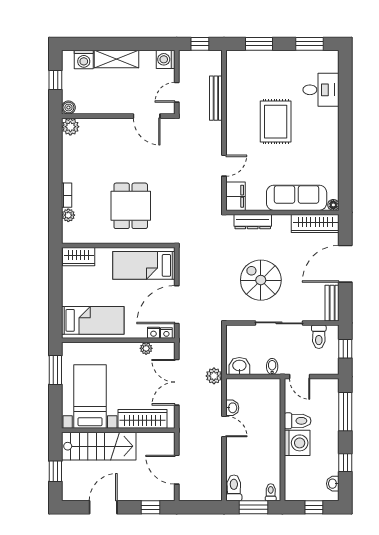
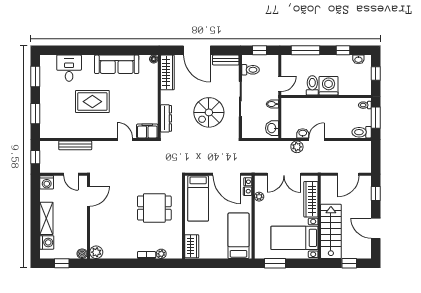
sofa: (297, 198) -> (117, 64), moved, turned -90
plant: (214, 376) -> (297, 147), moved

